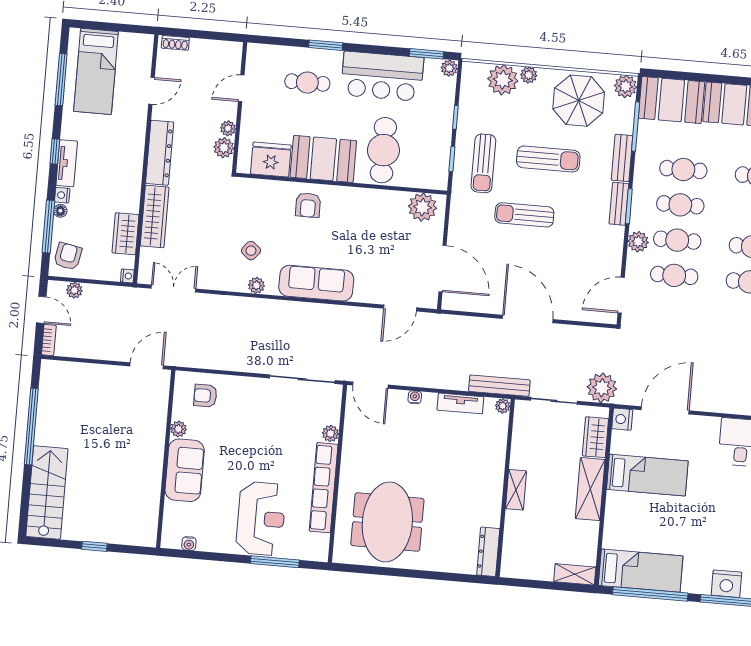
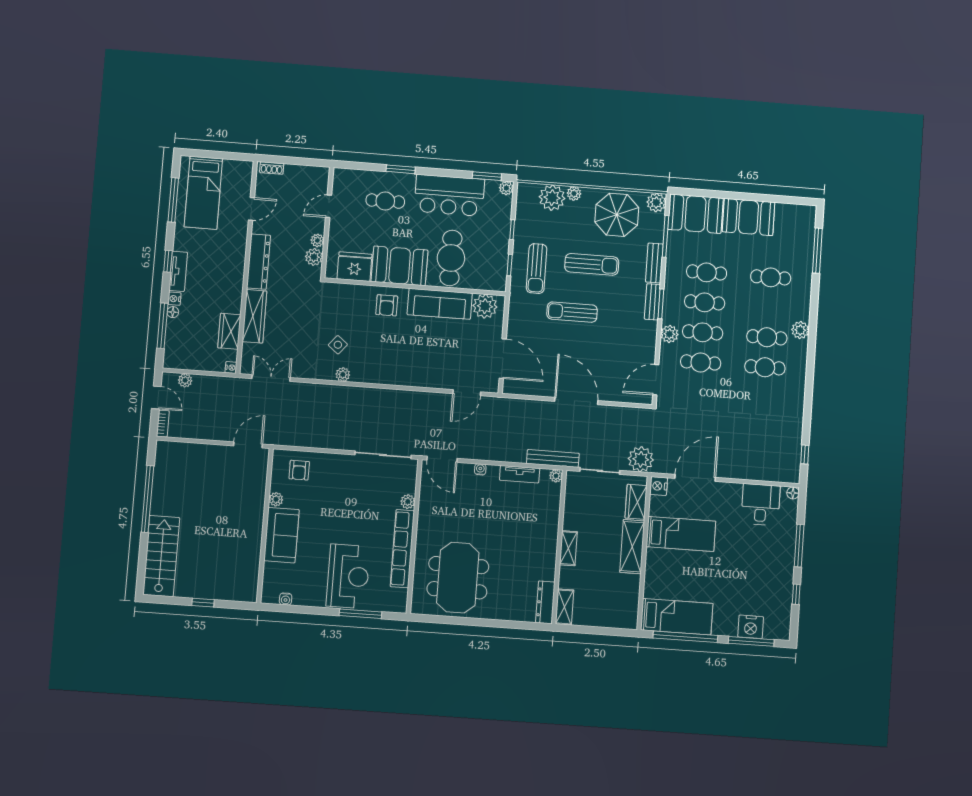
armchair: (68, 256) -> (179, 351), removed
sofa: (316, 283) -> (440, 304), moved, turned 180
armchair: (205, 396) -> (299, 470), turned -90
shelving: (575, 574) -> (565, 607), moved, turned 90

